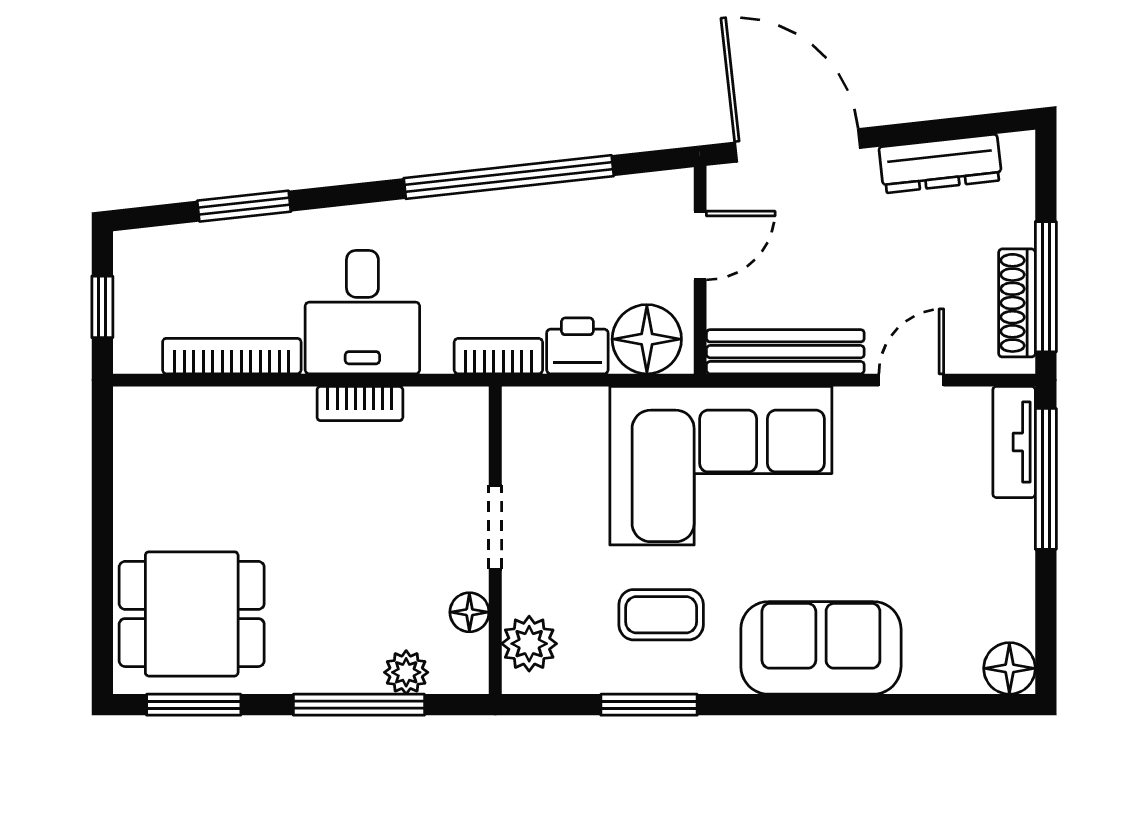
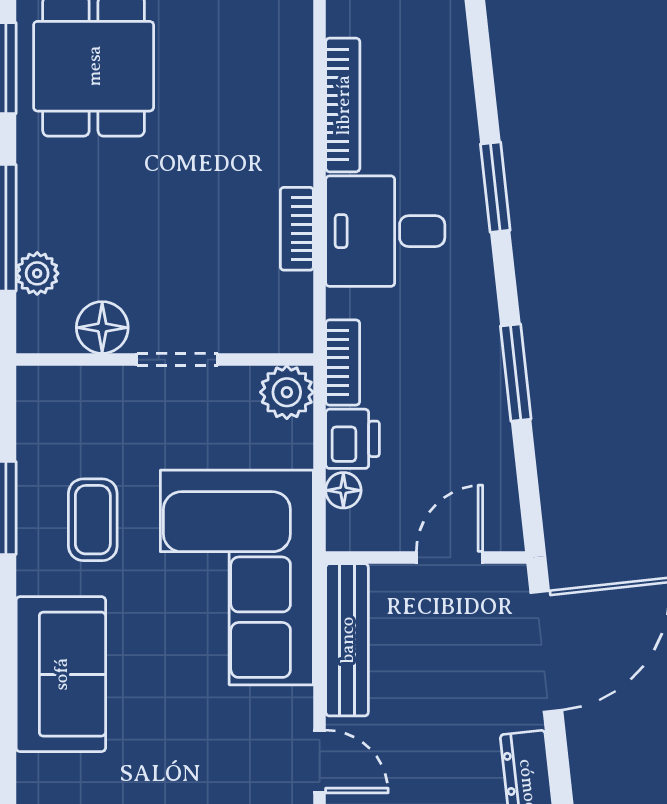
window: (509, 177) -> (516, 373), width x0.47
window: (244, 206) -> (495, 187), moved
door: (700, 245) -> (450, 557), swing flipped
floor lamp: (647, 339) -> (343, 490), width x0.53, depth x0.53
floor lamp: (469, 612) -> (102, 328), width x1.37, depth x1.37
plant: (529, 644) -> (287, 392), moved

